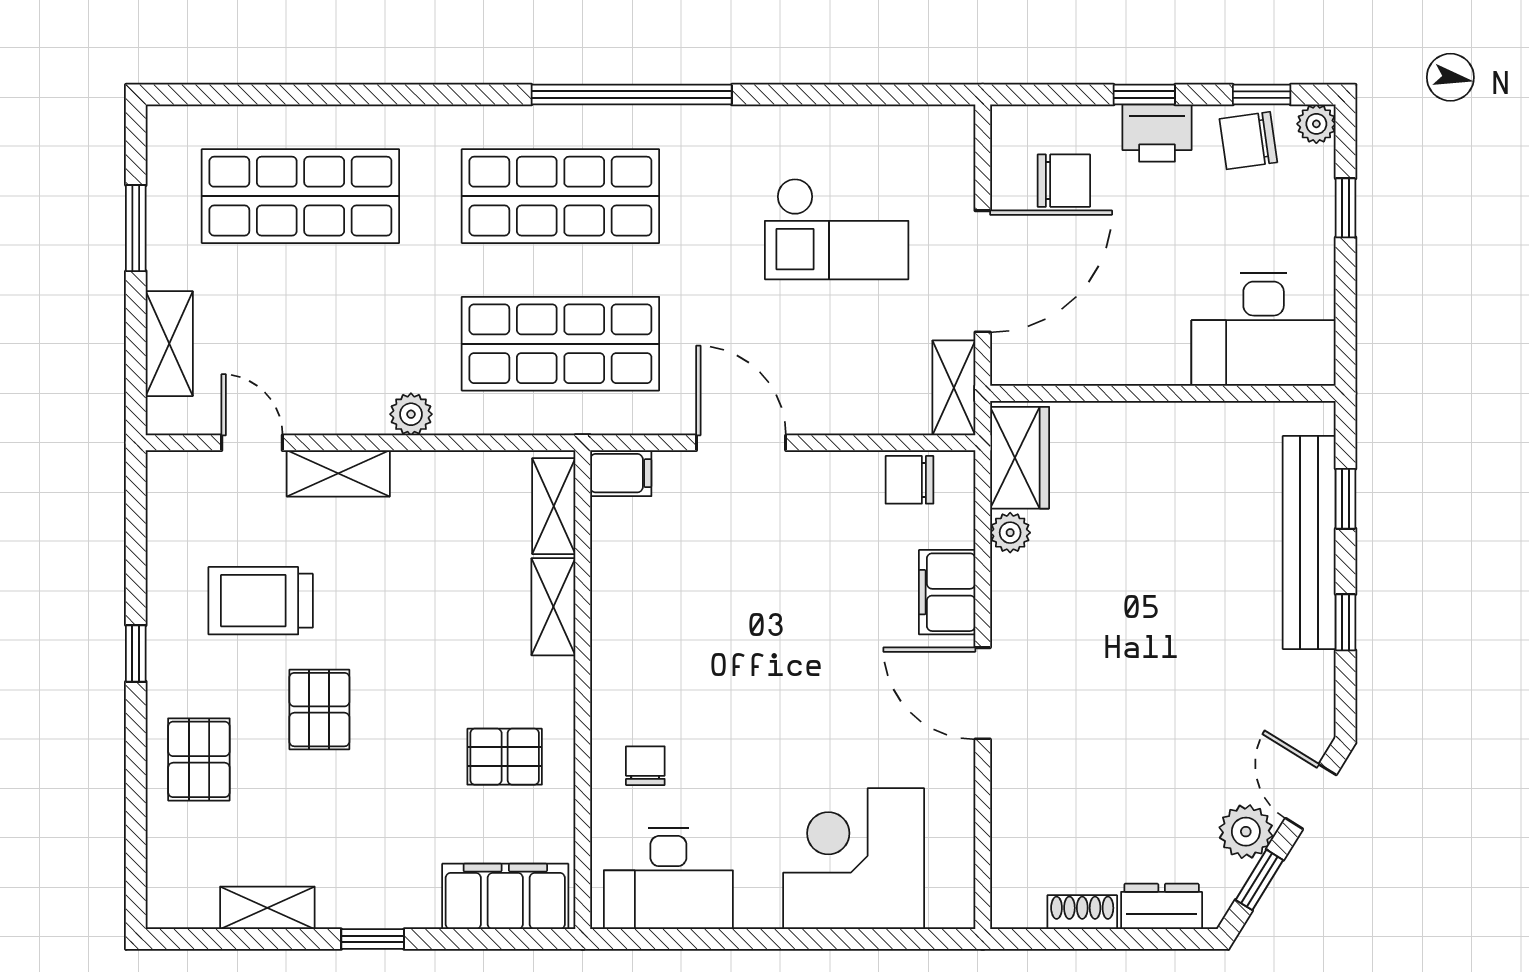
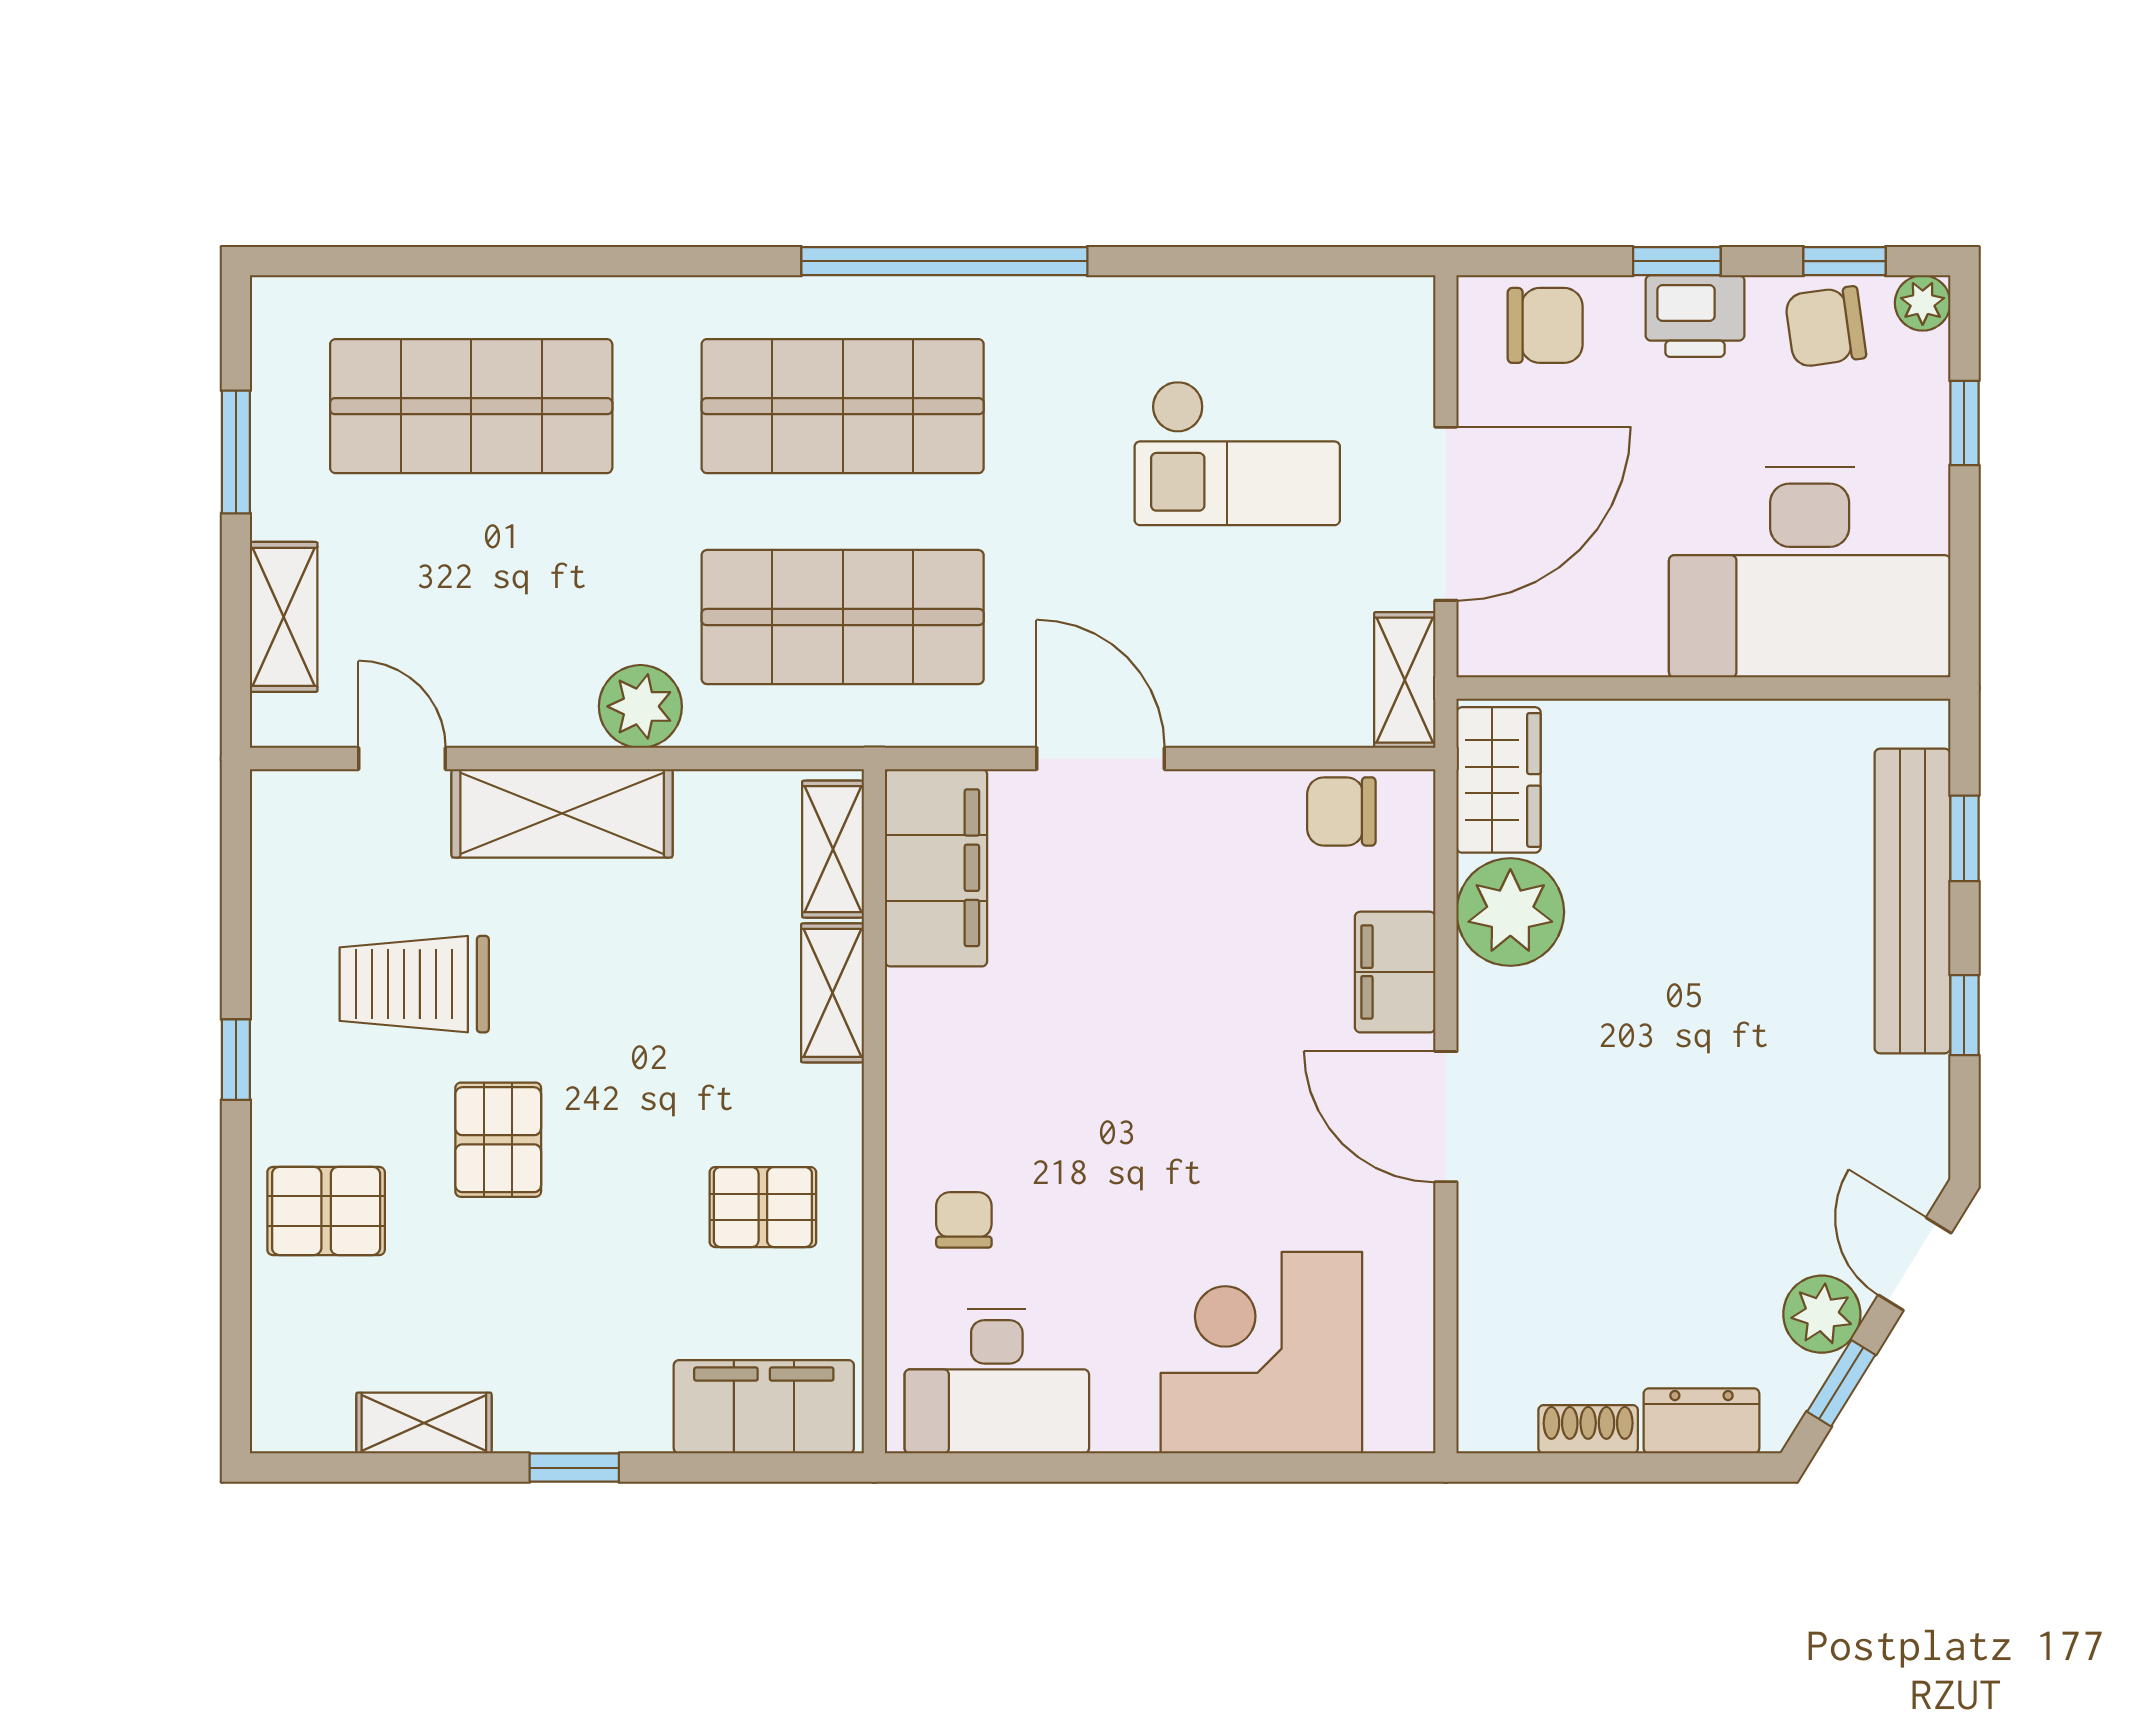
chair: (1064, 181) -> (1545, 325), moved
desk: (1264, 329) -> (1810, 572), width x1.36, depth x1.30
plant: (411, 414) -> (640, 706), width x1.38, depth x1.38
shelving: (338, 473) -> (562, 813), width x1.50, depth x1.33
filing cabinet: (621, 473) -> (936, 868), width x3.00, depth x1.17
plant: (1010, 533) -> (1510, 912), width x1.87, depth x1.87
pallet: (199, 759) -> (326, 1211), turned 90

